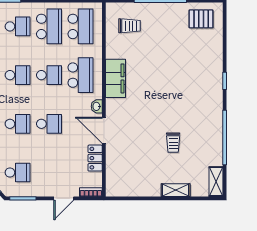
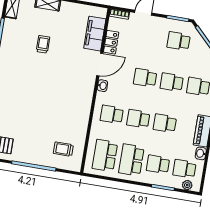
school desk: (80, 75) -> (112, 114), width x0.54
filing cabinet: (116, 78) -> (95, 34), moved
door: (104, 130) -> (100, 64), hinge flipped

